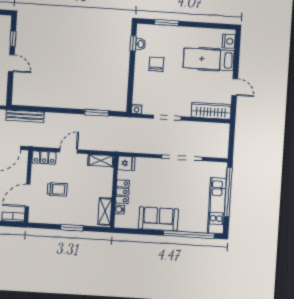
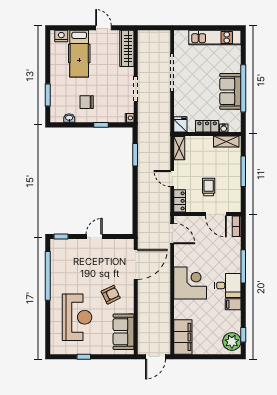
window: (13, 39) -> (61, 237), moved
window: (133, 43) -> (101, 125), moved
door: (235, 87) -> (103, 28), hinge flipped
bench: (25, 116) -> (142, 221), removed
window: (228, 192) -> (202, 28), removed
window: (72, 228) -> (243, 171), width x1.44
window: (189, 234) -> (243, 88), moved

